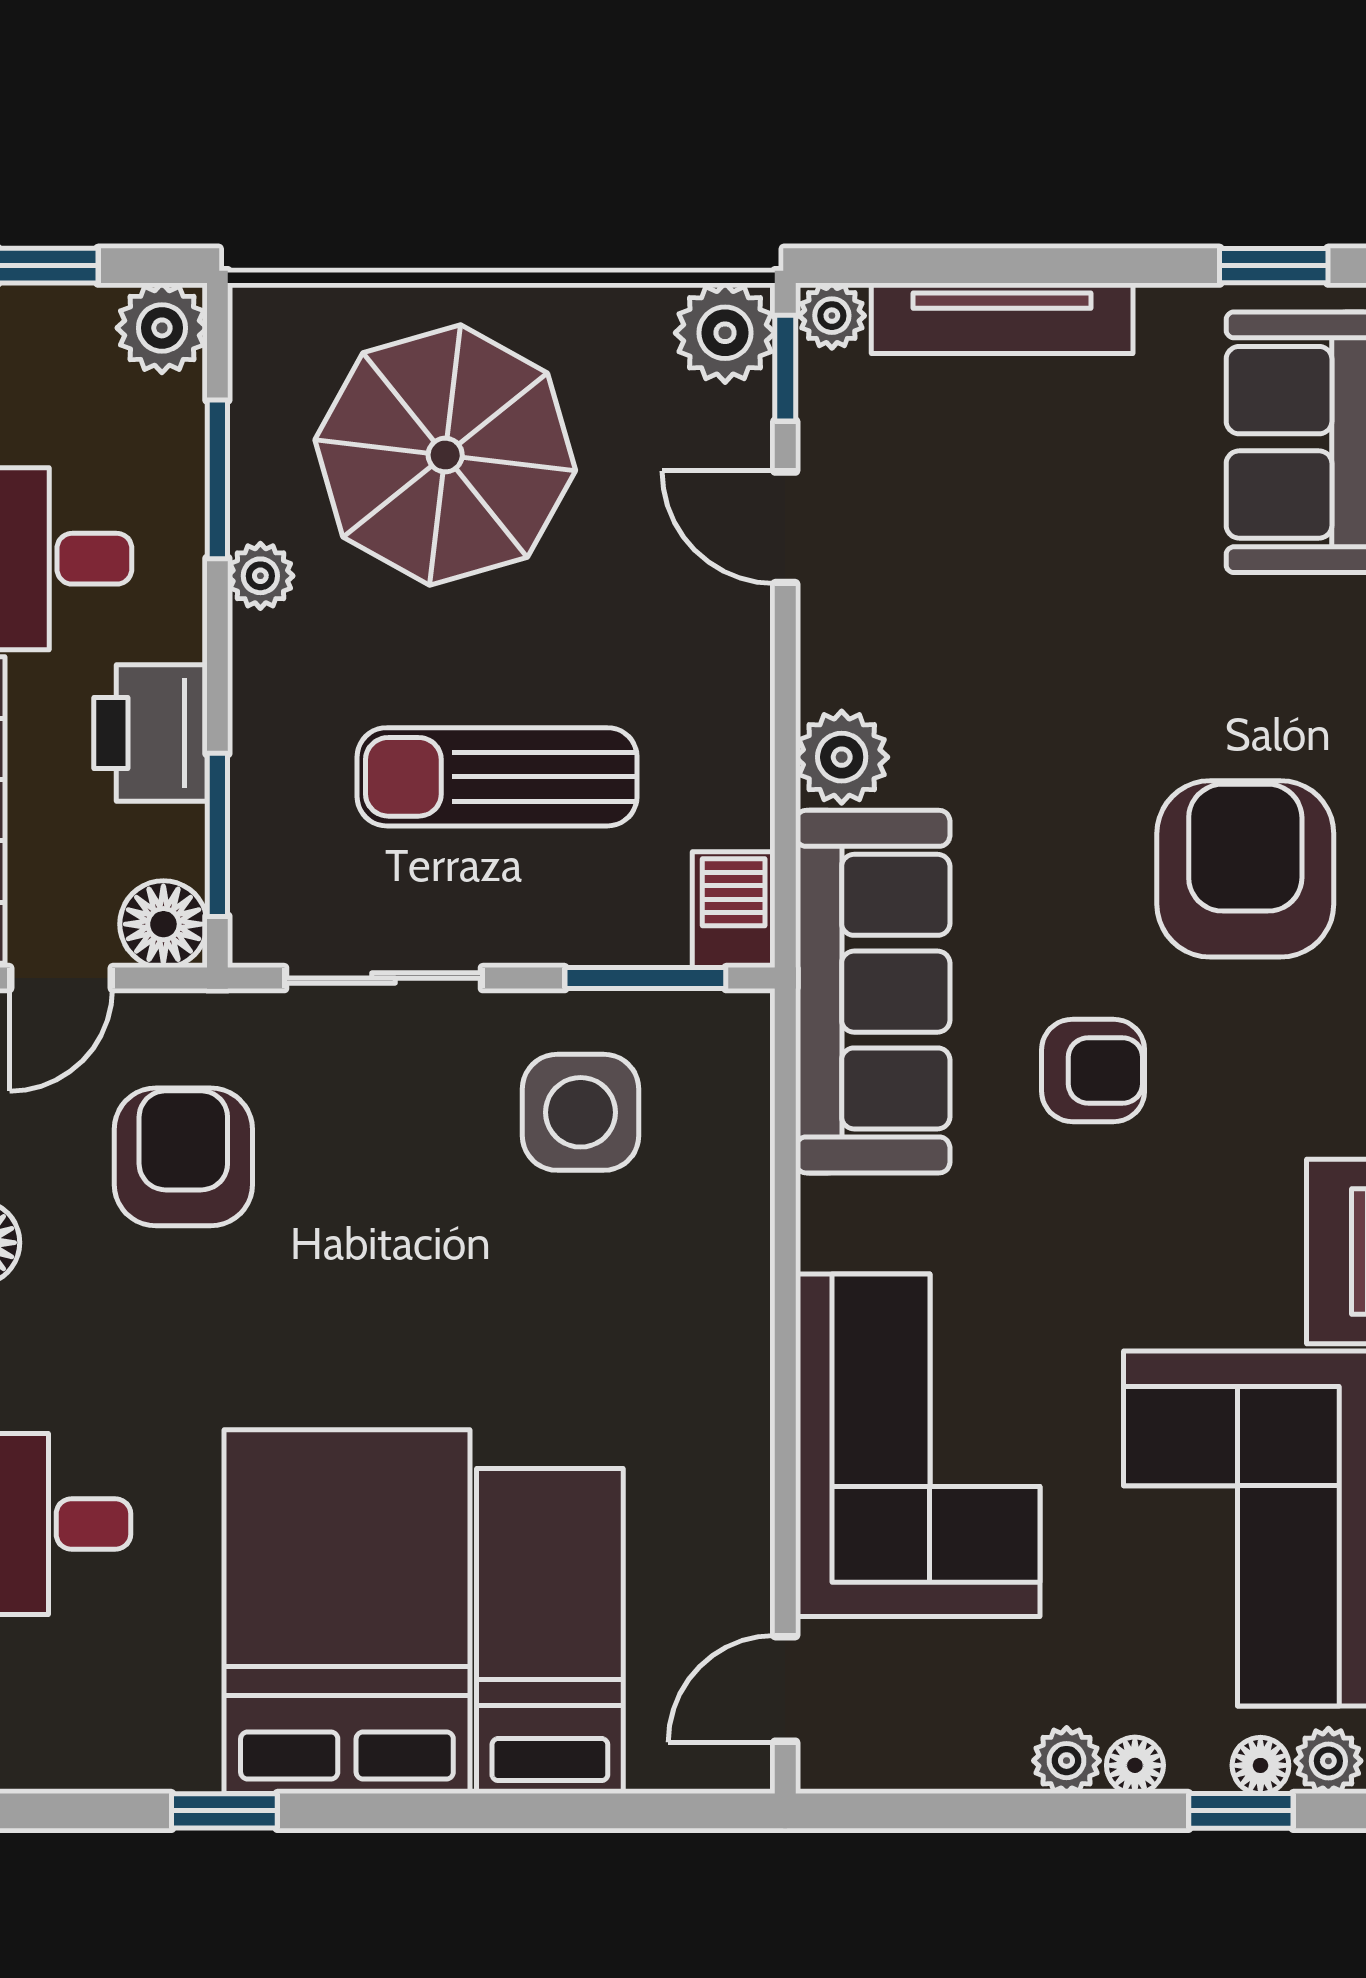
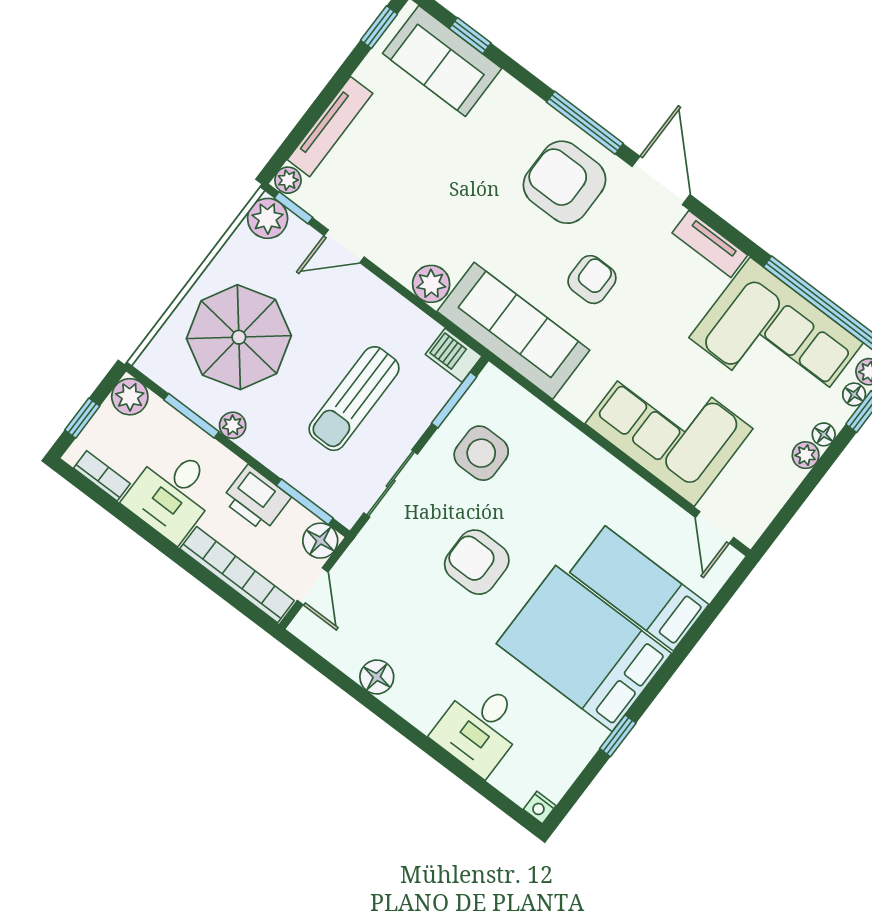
armchair: (183, 1157) -> (477, 562), moved

